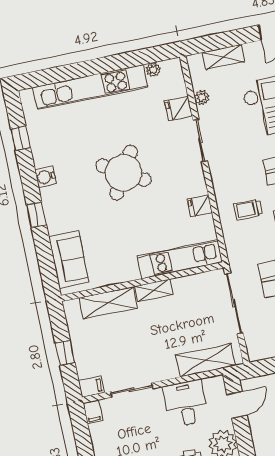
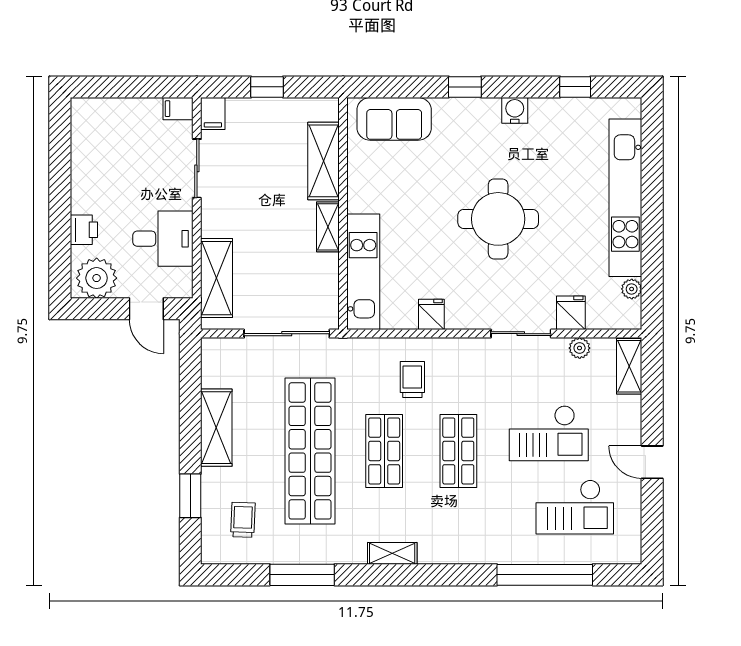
shelving: (223, 57) -> (629, 366), moved
round table: (124, 173) -> (498, 219), turned -30

